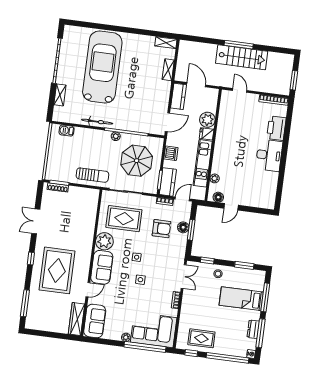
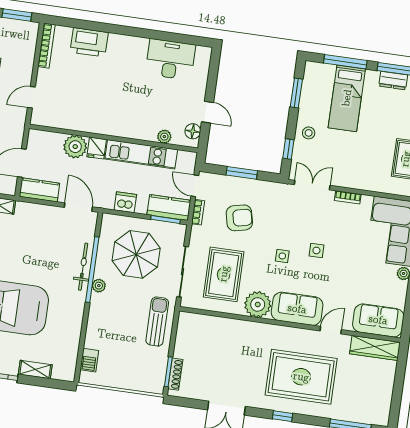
bicycle: (97, 122) -> (83, 267), moved
desk: (269, 155) -> (170, 59), moved
floor lamp: (183, 227) -> (238, 185), removed
armchair: (161, 229) -> (239, 218), turned 77
door: (88, 290) -> (331, 330), hinge flipped

